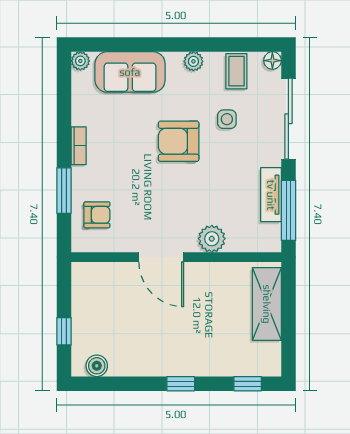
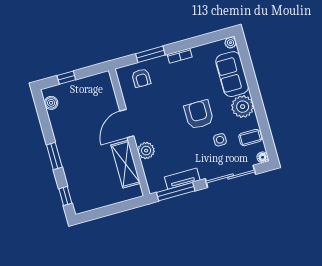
plant: (193, 61) -> (243, 107), width x1.88, depth x1.88
shelving: (267, 304) -> (126, 164), moved, turned 90
window: (181, 384) -> (54, 156), width x1.50

